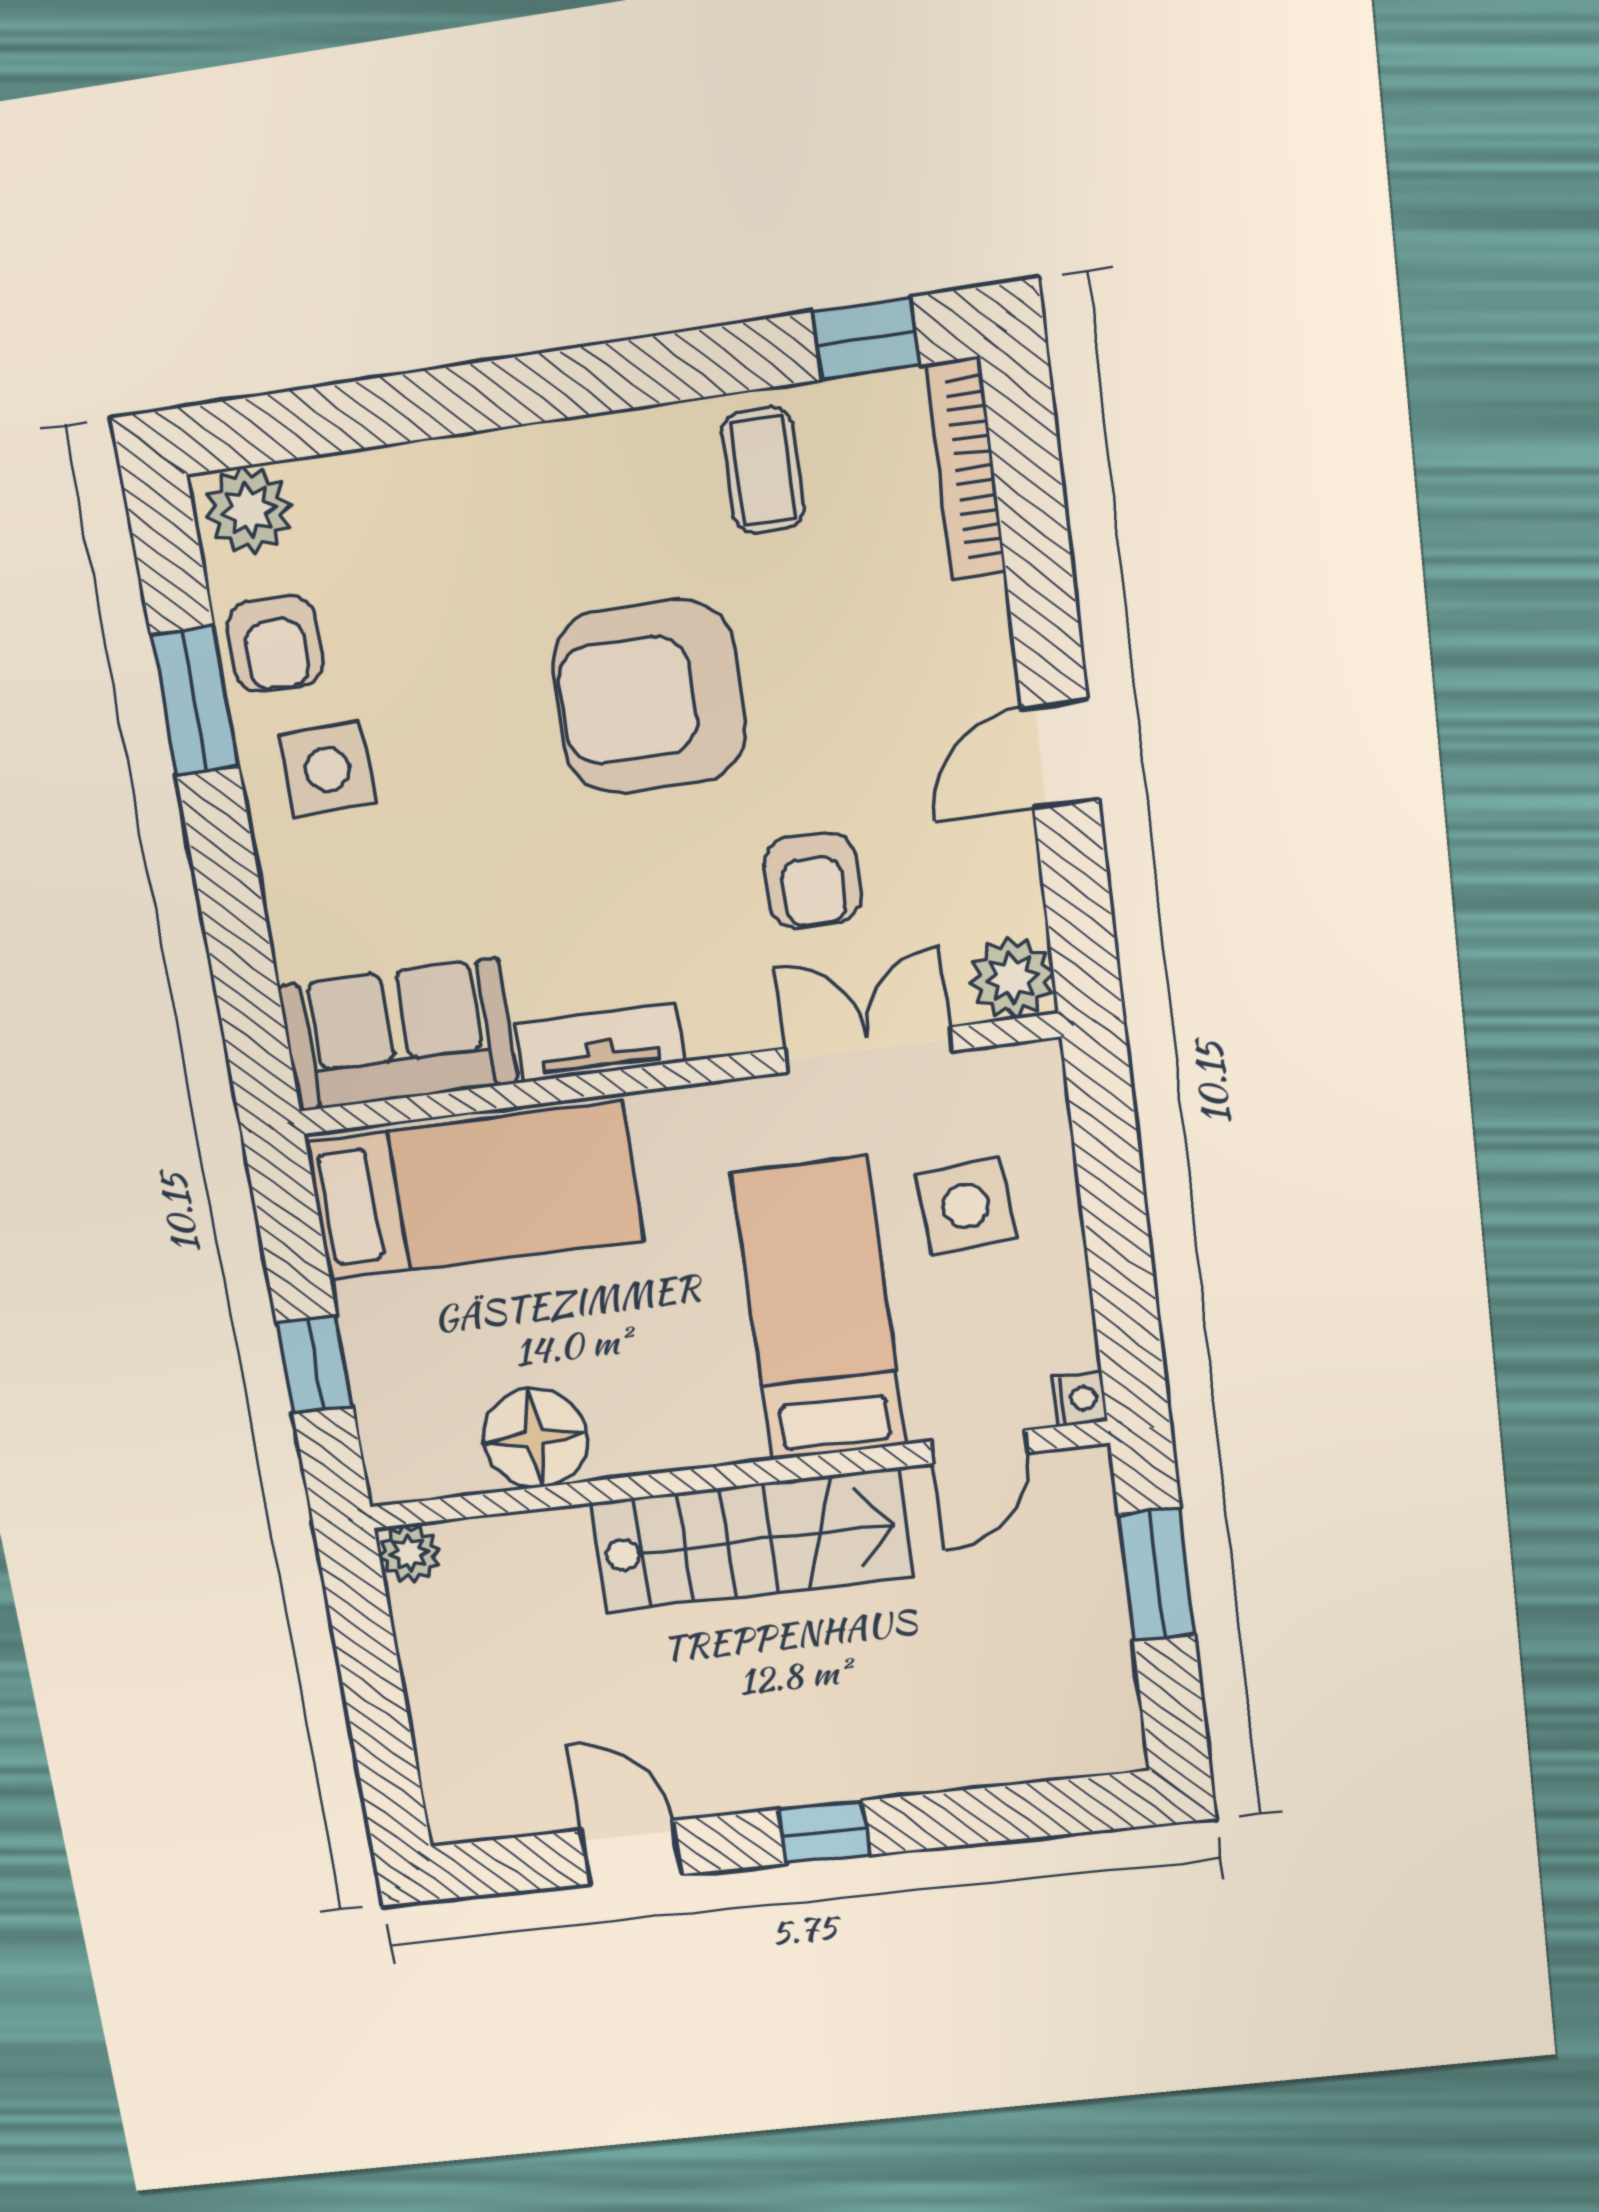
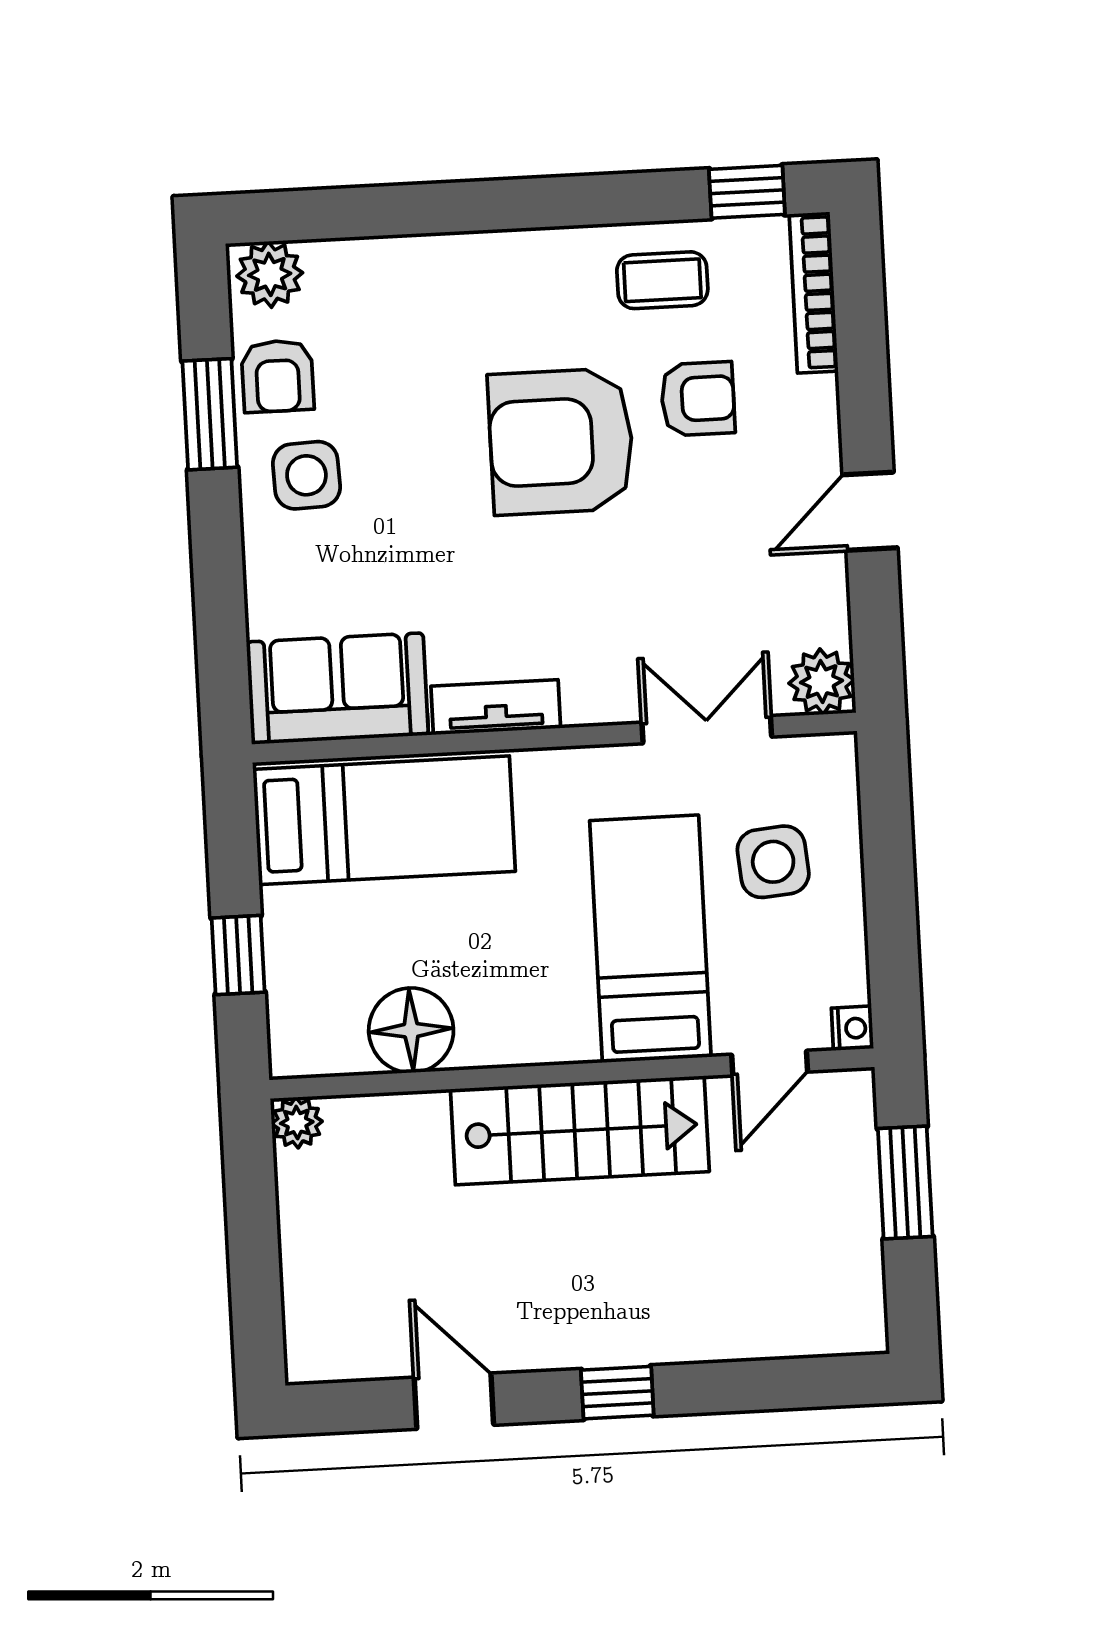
coffee table: (763, 470) -> (662, 280), turned 90
armchair: (812, 881) -> (698, 399), moved, turned -90

